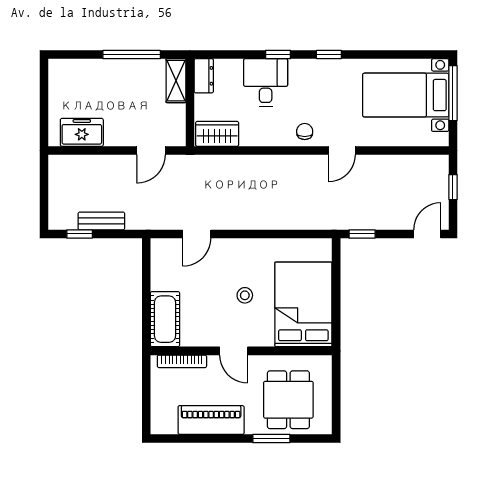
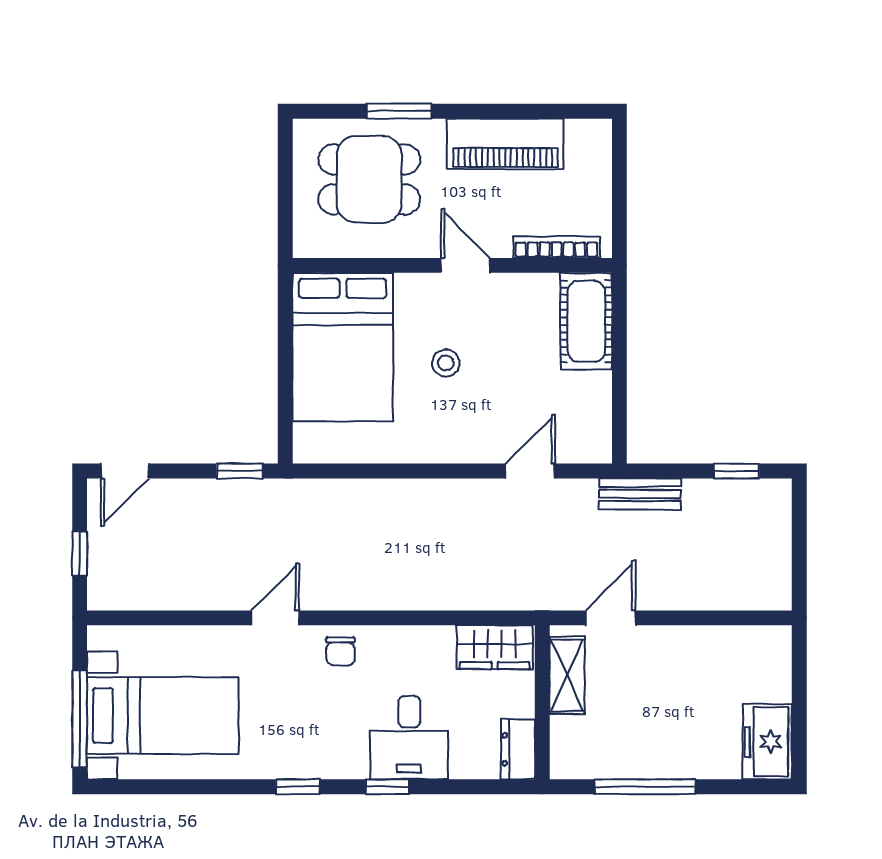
shelving: (176, 81) -> (567, 675), moved
freezer: (82, 132) -> (767, 742), moved, turned 90
bench: (101, 221) -> (640, 494), moved
dining table: (288, 400) -> (369, 179), turned 90

